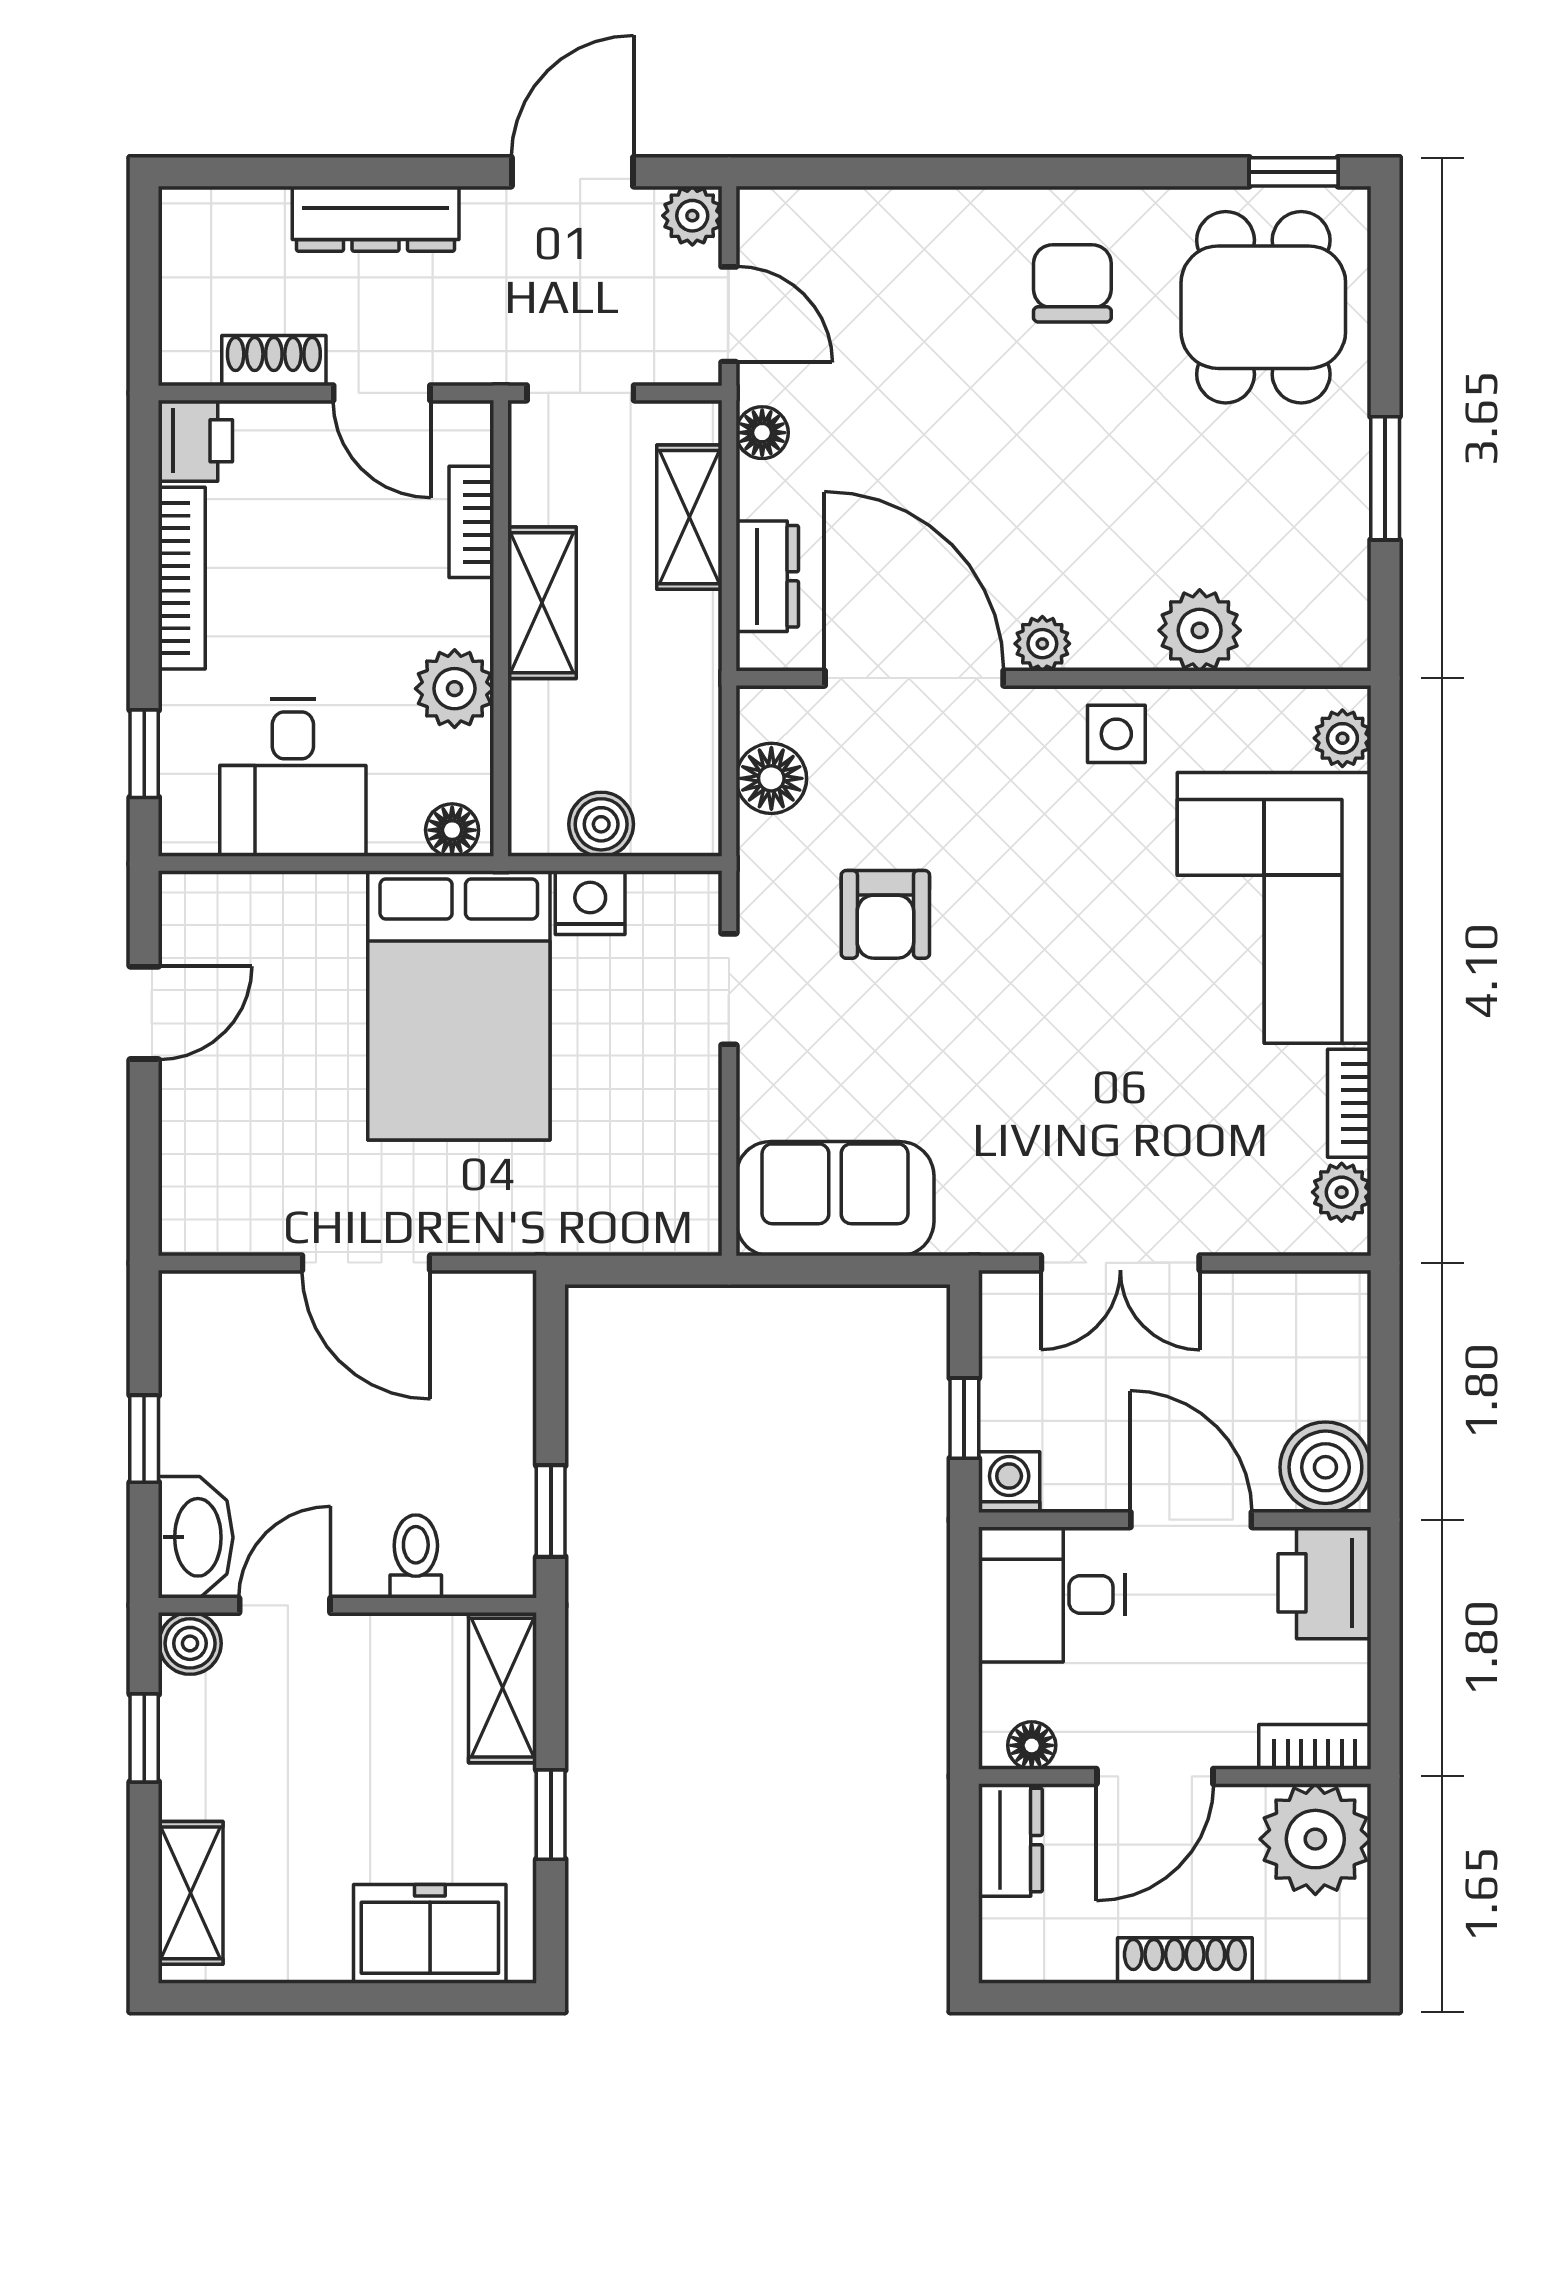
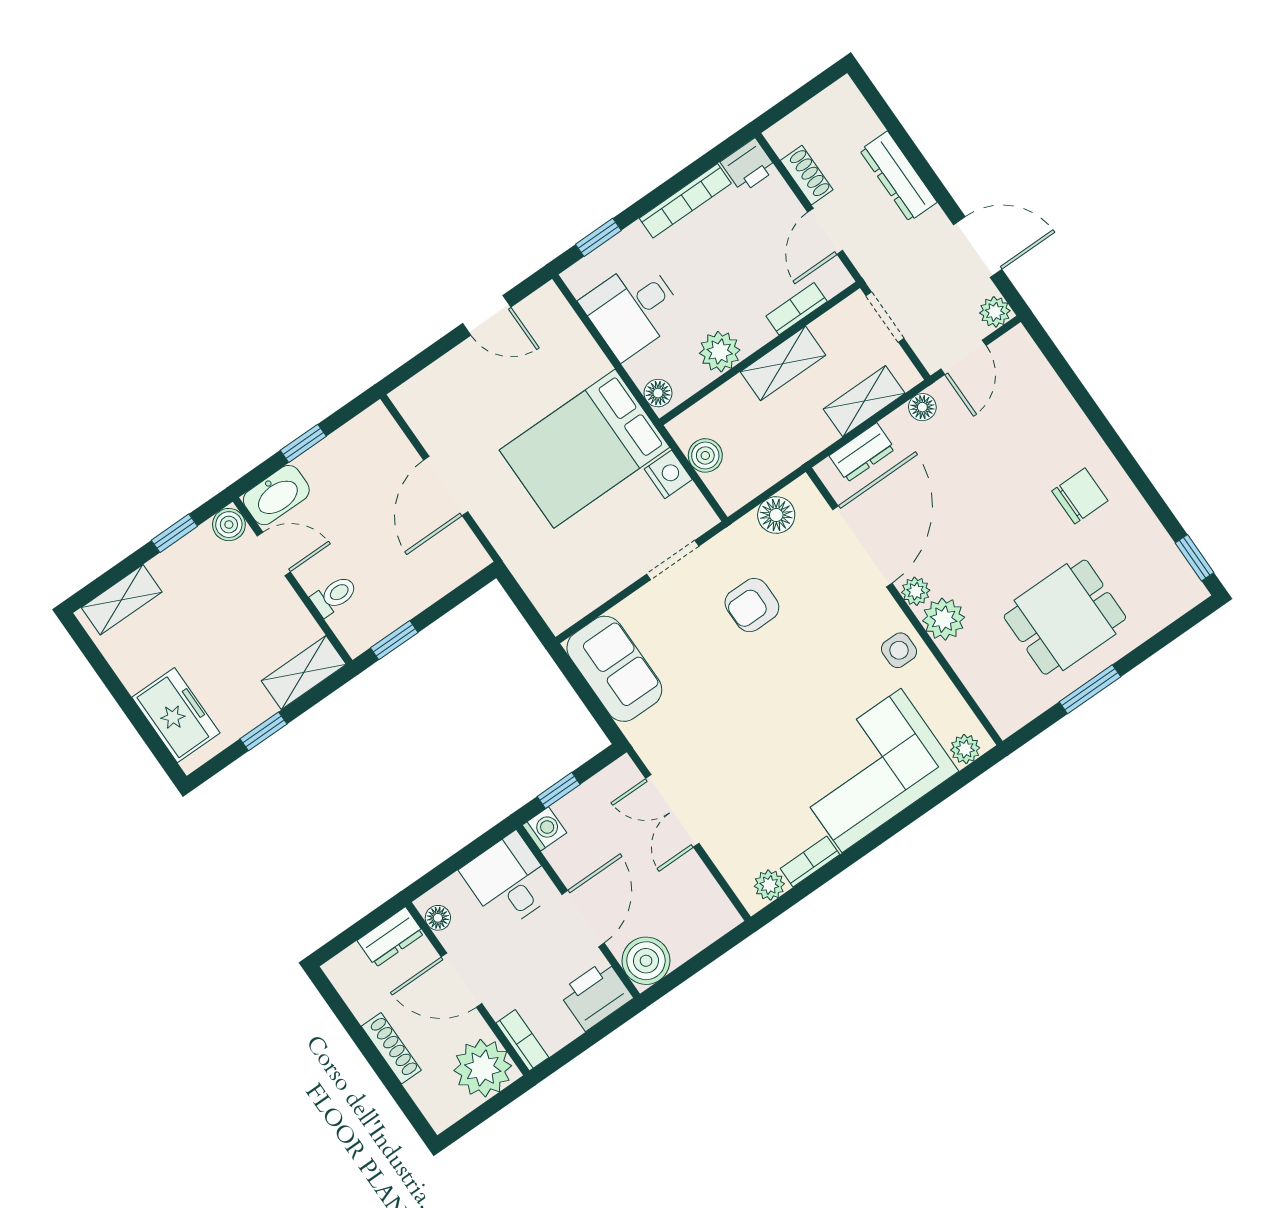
dining table: (1263, 307) -> (1065, 617), moved
plant: (1200, 630) -> (944, 619), moved

